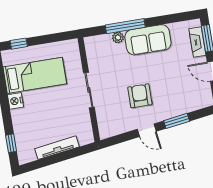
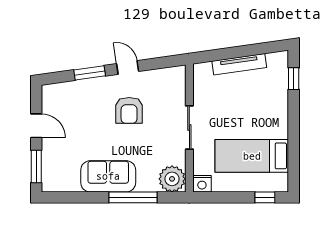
plant: (118, 38) -> (172, 179), moved, width x1.88, depth x1.88
fireplace: (197, 42) -> (49, 164), removed
nightstand: (15, 101) -> (202, 184), moved, turned 90

